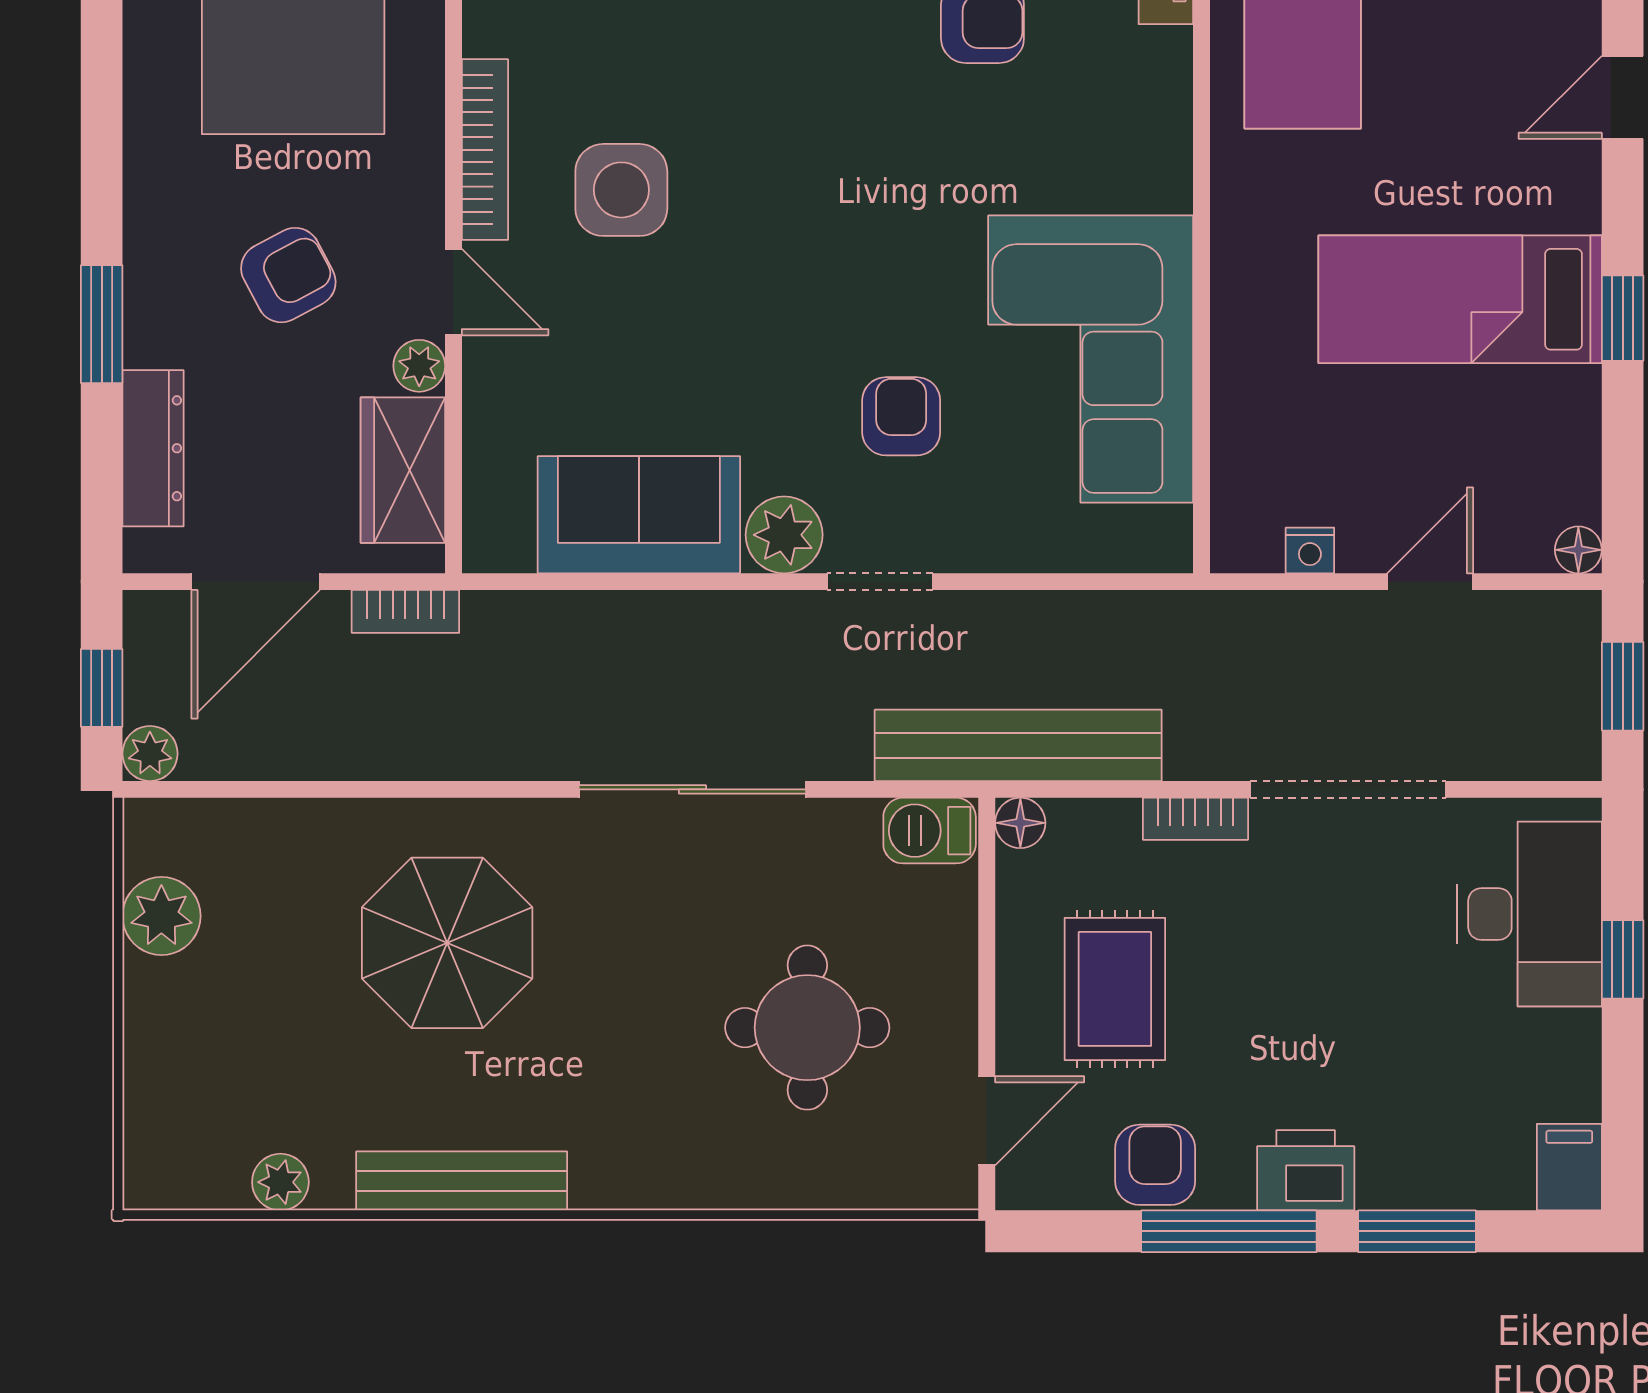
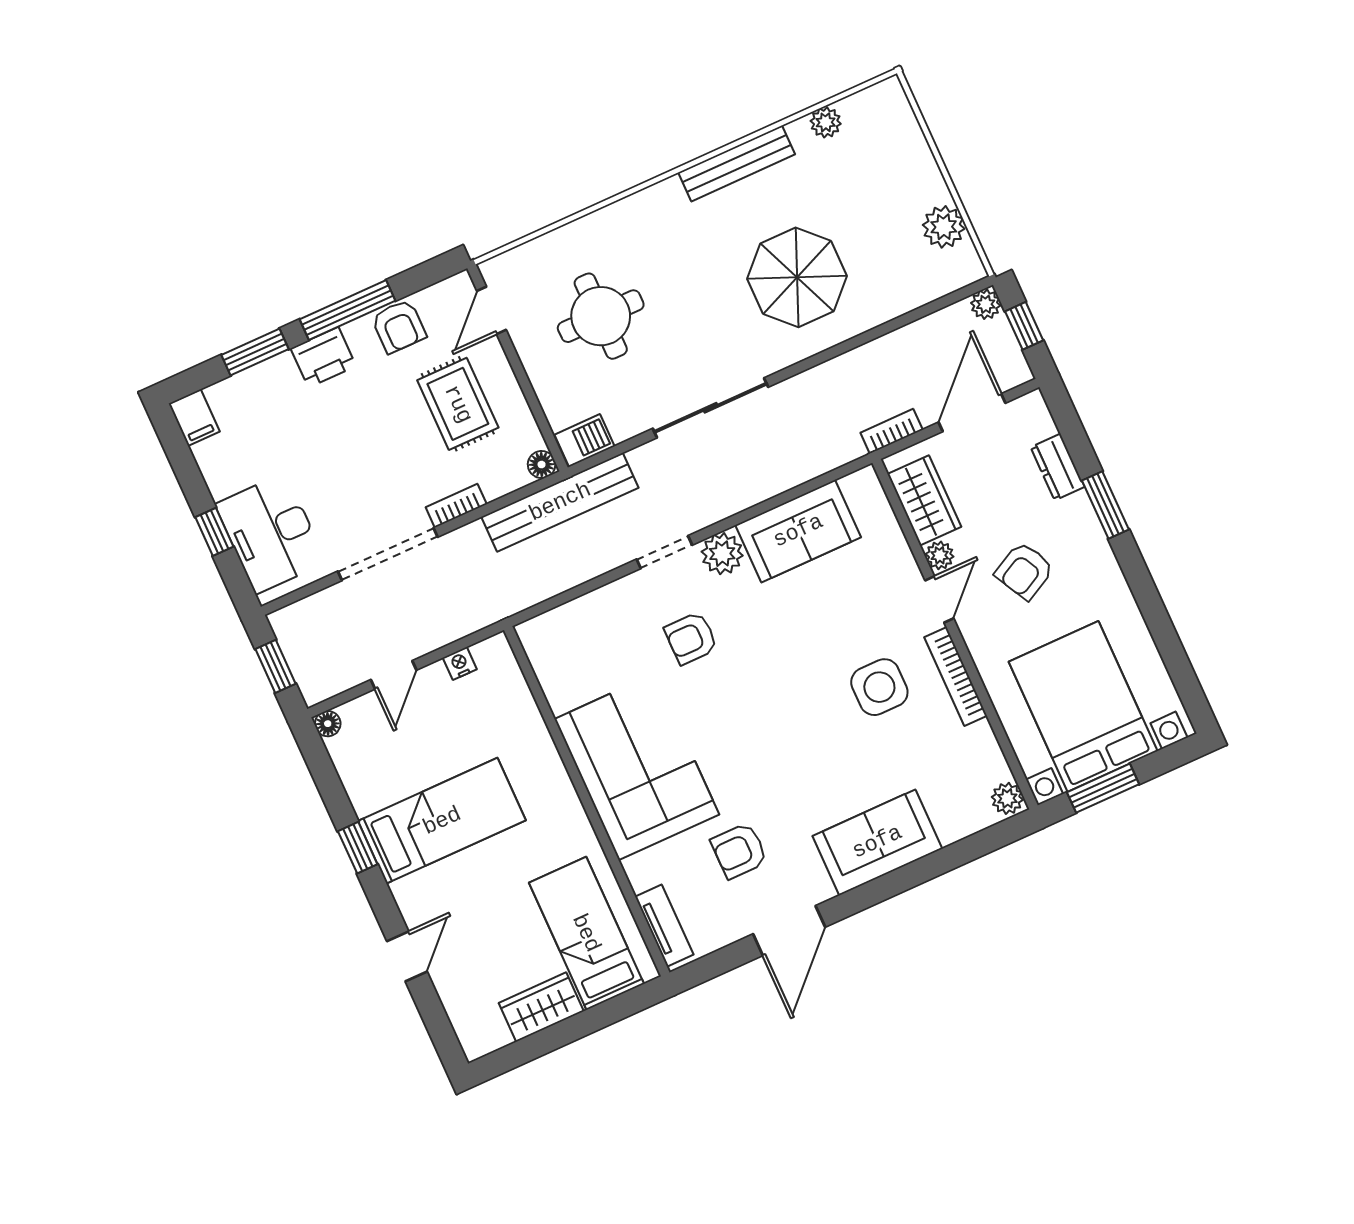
door: (453, 292) -> (939, 599), swing flipped
corner sofa: (1091, 359) -> (637, 767), moved
armchair: (901, 416) -> (691, 638), turned 90
dresser: (153, 448) -> (1058, 467), width x0.70

